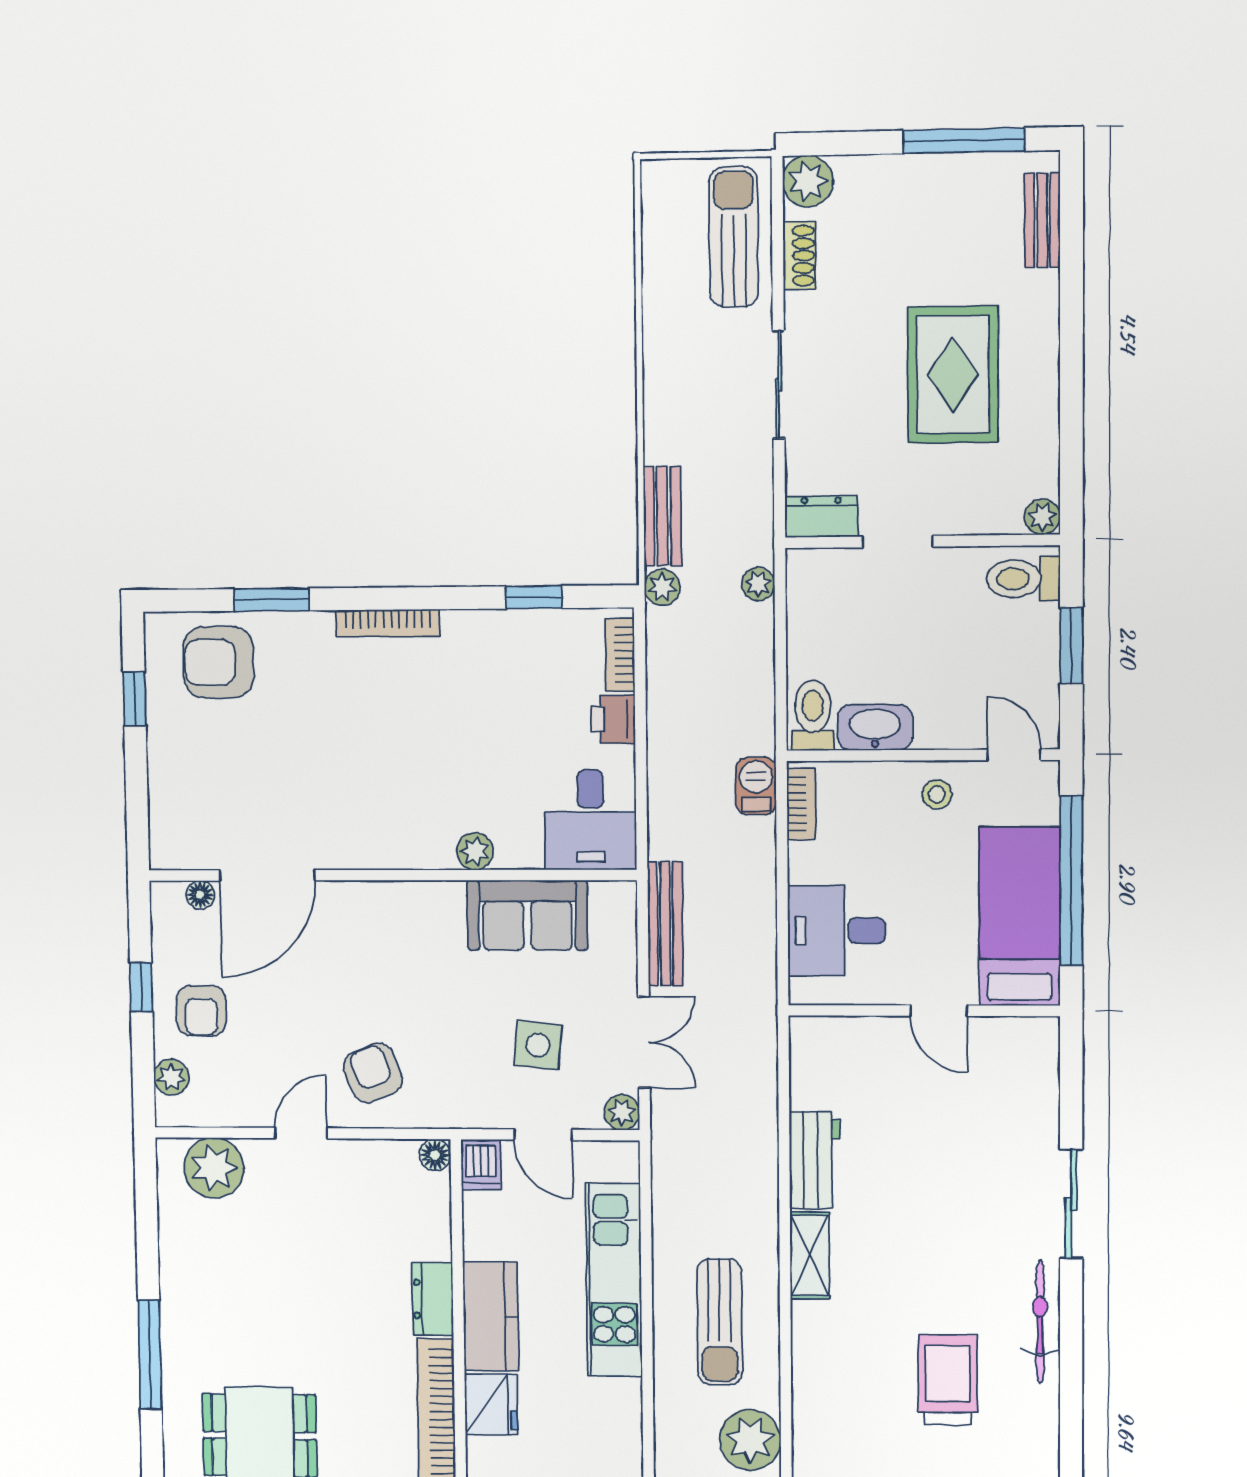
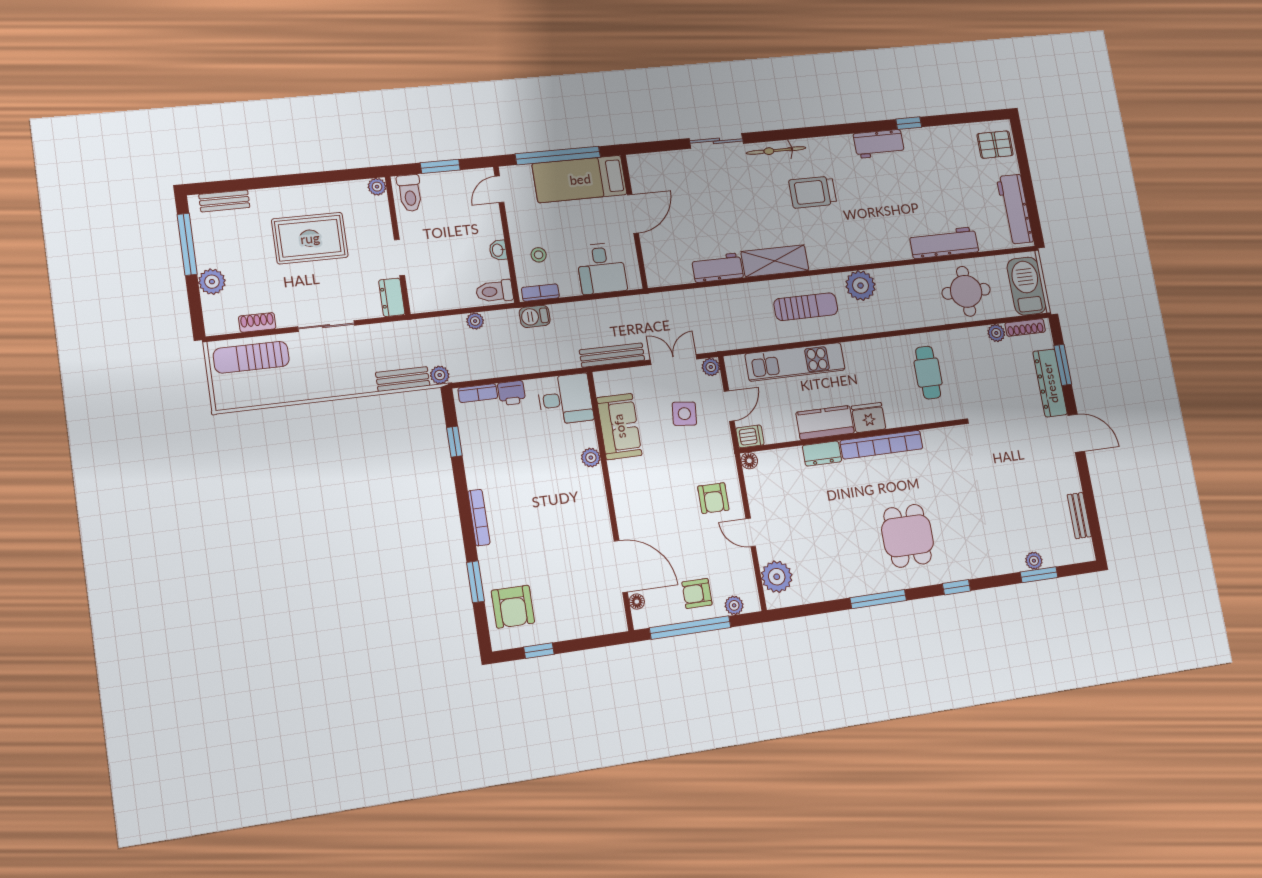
plant: (808, 181) -> (212, 282), moved
plant: (758, 584) -> (475, 321), moved
washbasin: (875, 727) -> (498, 250), width x0.52, depth x0.69
stool: (937, 794) -> (539, 255), moved
window: (141, 987) -> (690, 628), width x3.17
armchair: (201, 1011) -> (697, 593), turned 180
door: (939, 1011) -> (633, 214), width x1.38
armchair: (373, 1073) -> (713, 498), turned -68
shelving: (810, 1255) -> (775, 261), width x1.50, depth x1.33

